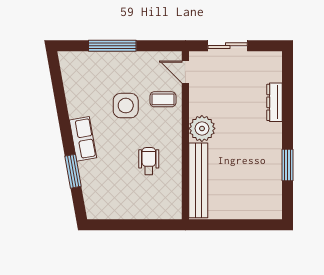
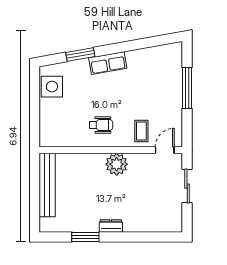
dresser: (275, 102) -> (111, 226), moved, width x0.70
side table: (126, 106) -> (52, 87), moved
wheelchair: (149, 161) -> (101, 125), moved
bench: (198, 180) -> (47, 185), moved, turned 90

